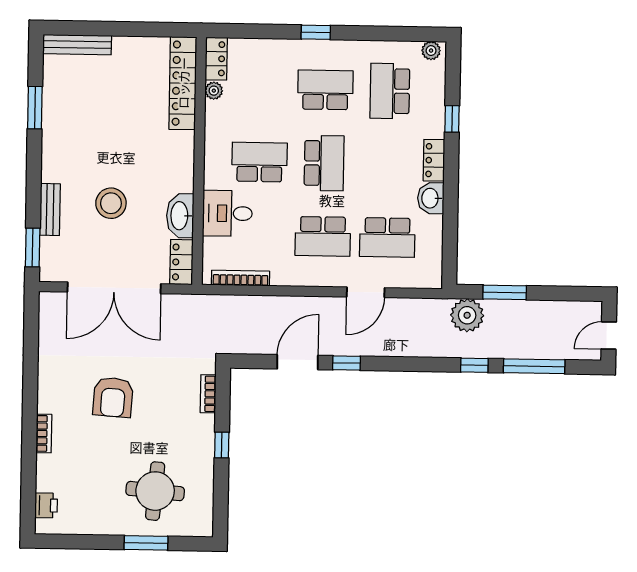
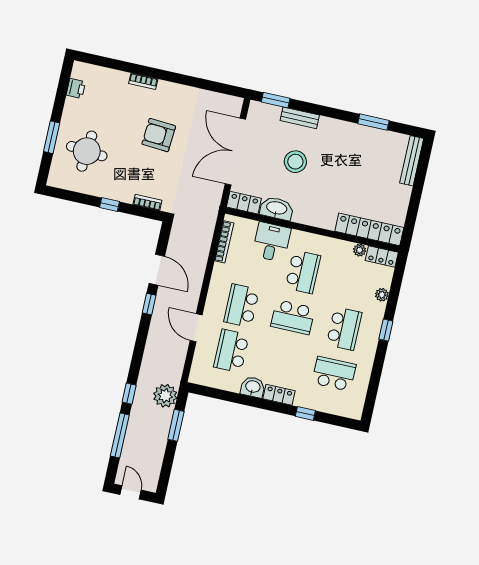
plant: (431, 51) -> (382, 295), moved
printer: (46, 505) -> (76, 88), moved, turned -90

